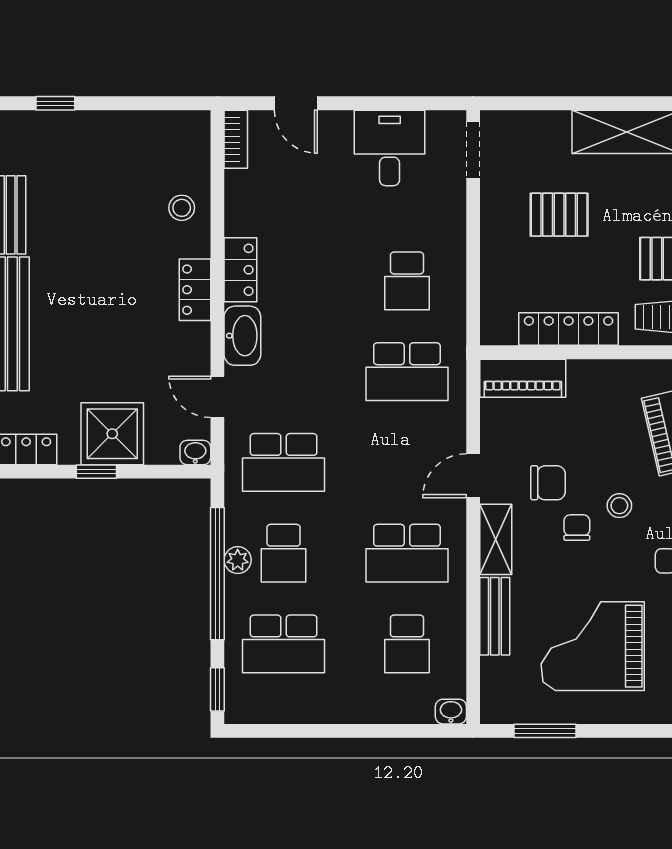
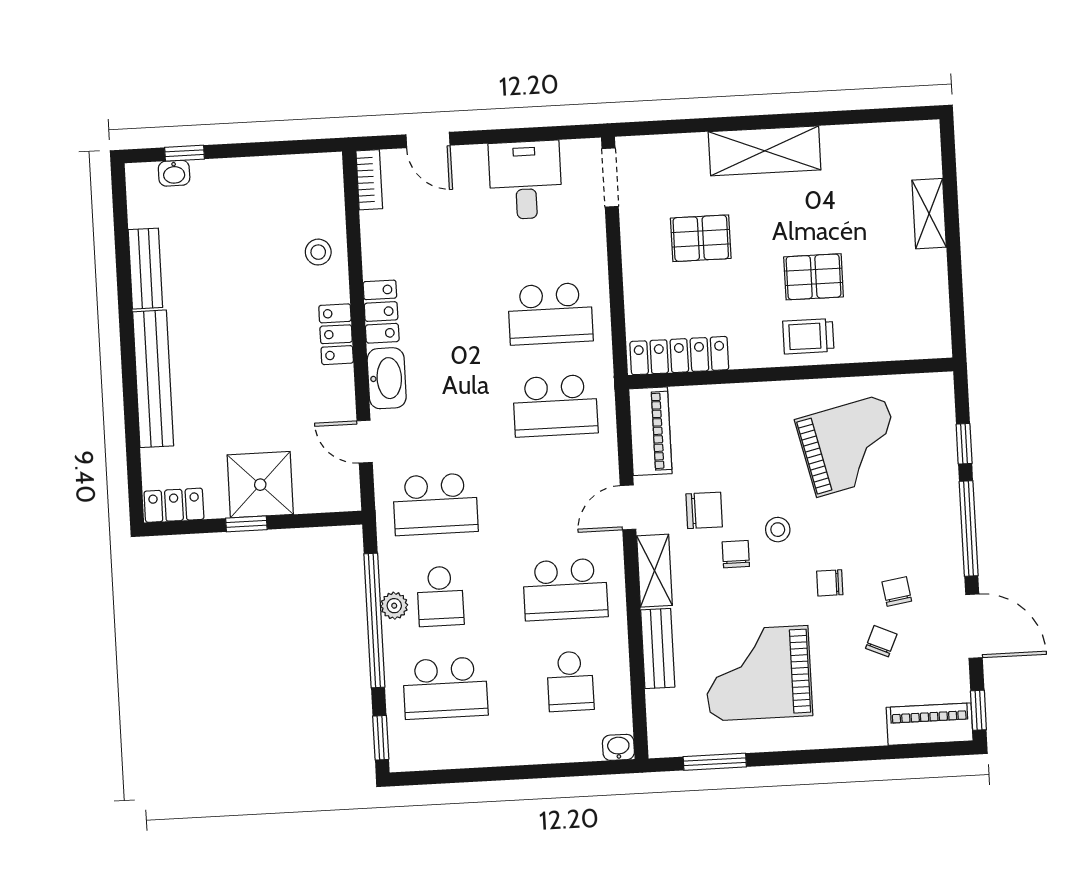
school desk: (407, 281) -> (550, 314), width x1.85
locker: (569, 329) -> (679, 356), moved
piano: (523, 378) -> (650, 431), moved, turned -90
washbasin: (195, 453) -> (174, 173), moved, turned 180

